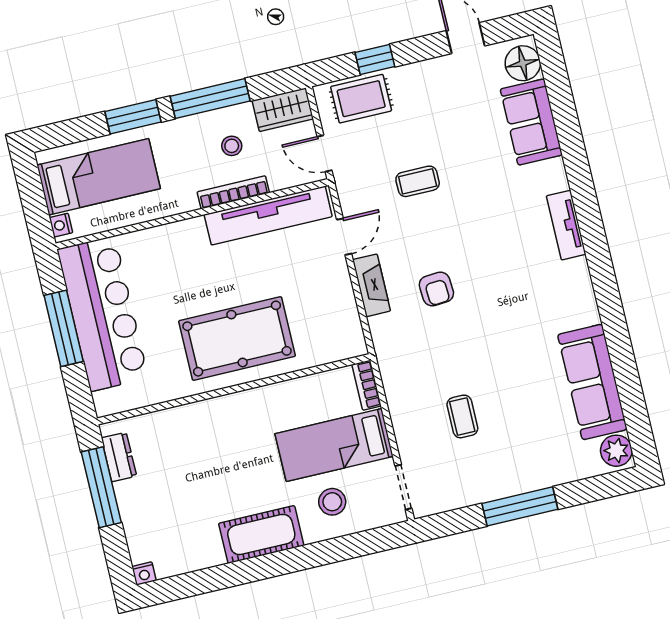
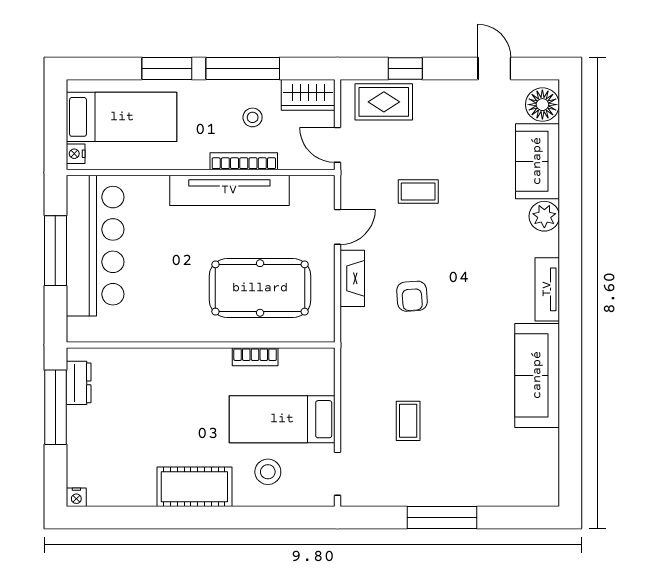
tv unit: (268, 216) -> (229, 190), moved
tv unit: (566, 225) -> (547, 289), moved
pool table: (237, 339) -> (260, 288), moved
sofa: (592, 382) -> (537, 375), moved
bookcase: (367, 385) -> (255, 357), moved, turned -90
plant: (616, 451) -> (544, 216), moved

